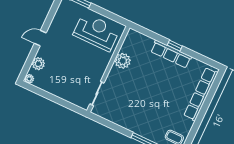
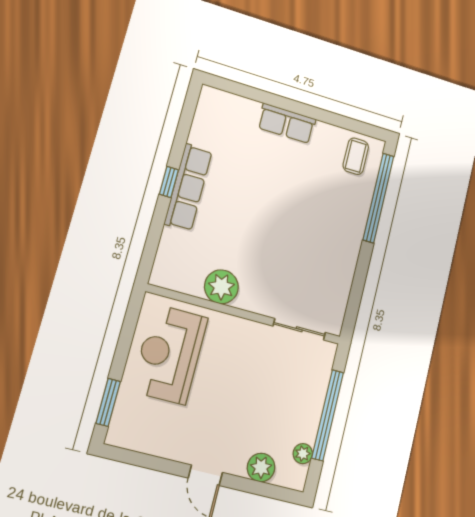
plant: (29, 79) -> (303, 454), moved
row of seats: (201, 94) -> (287, 123), width x0.50
window: (55, 99) -> (328, 415), added

